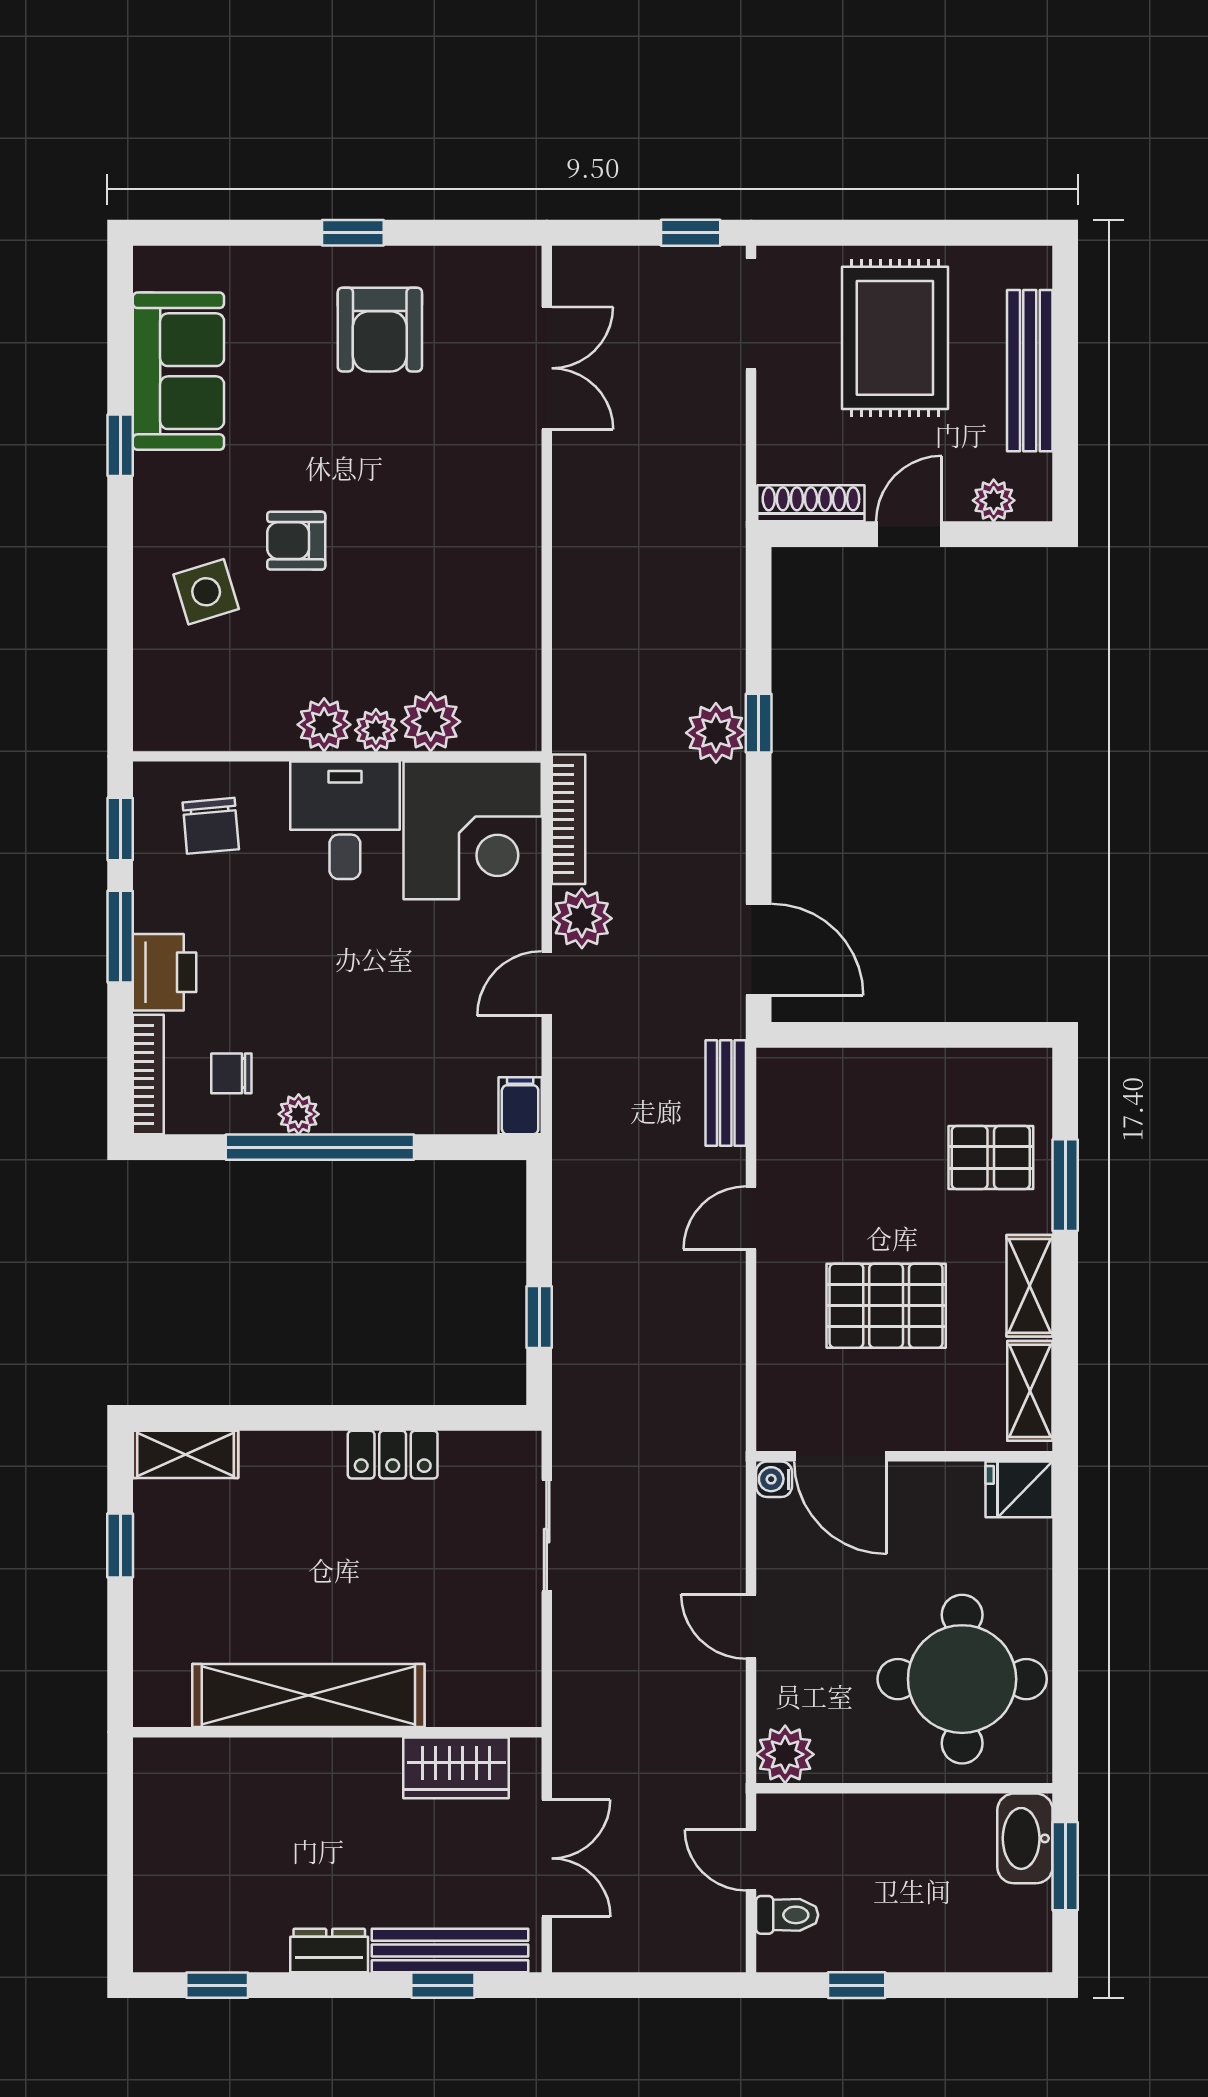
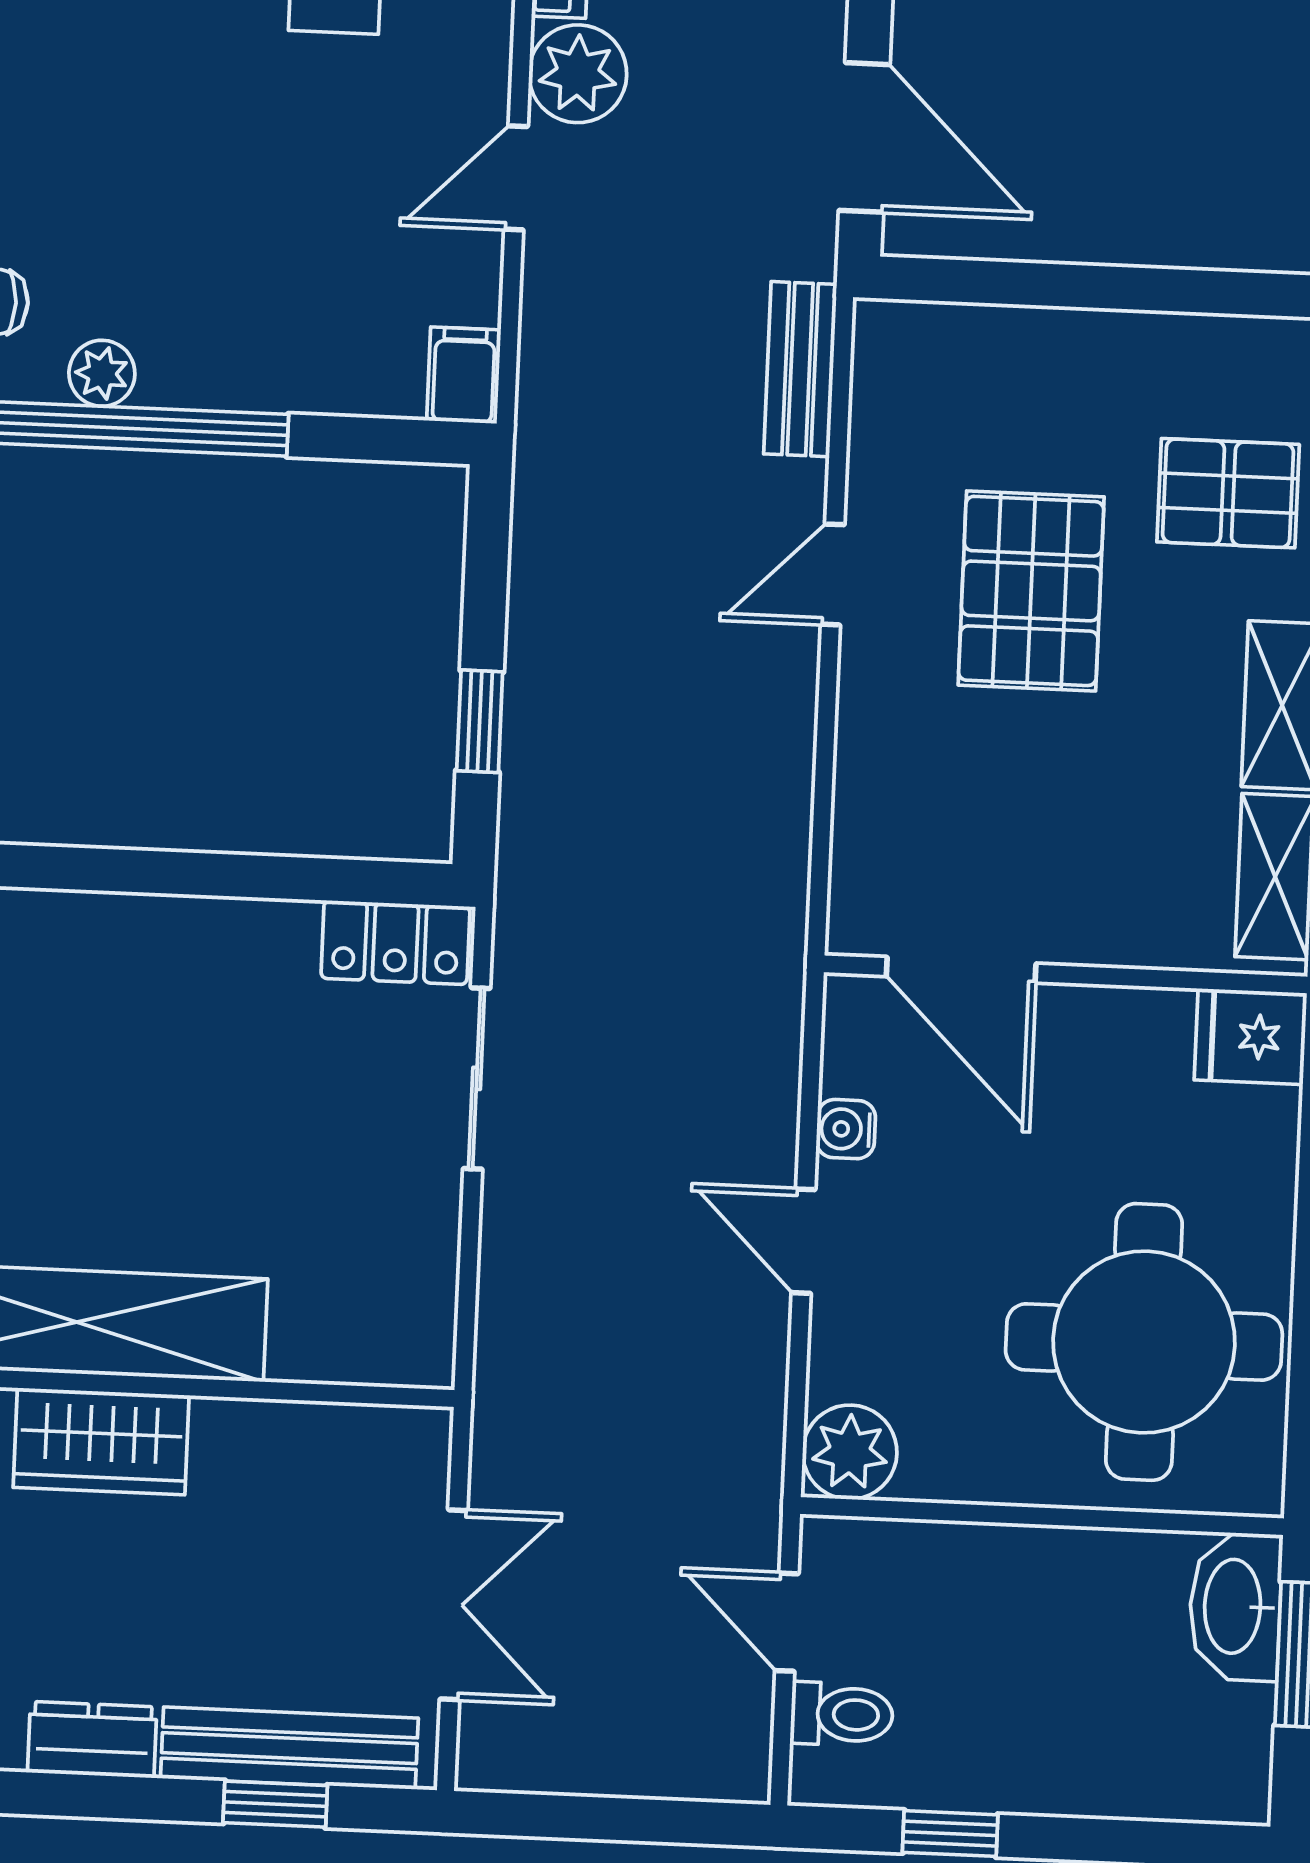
pallet: (886, 1306) -> (1031, 591), moved, turned 90
locker: (393, 1455) -> (395, 942), moved
water cooler: (774, 1479) -> (846, 1129), moved
wardrobe: (456, 1768) -> (101, 1441), moved

